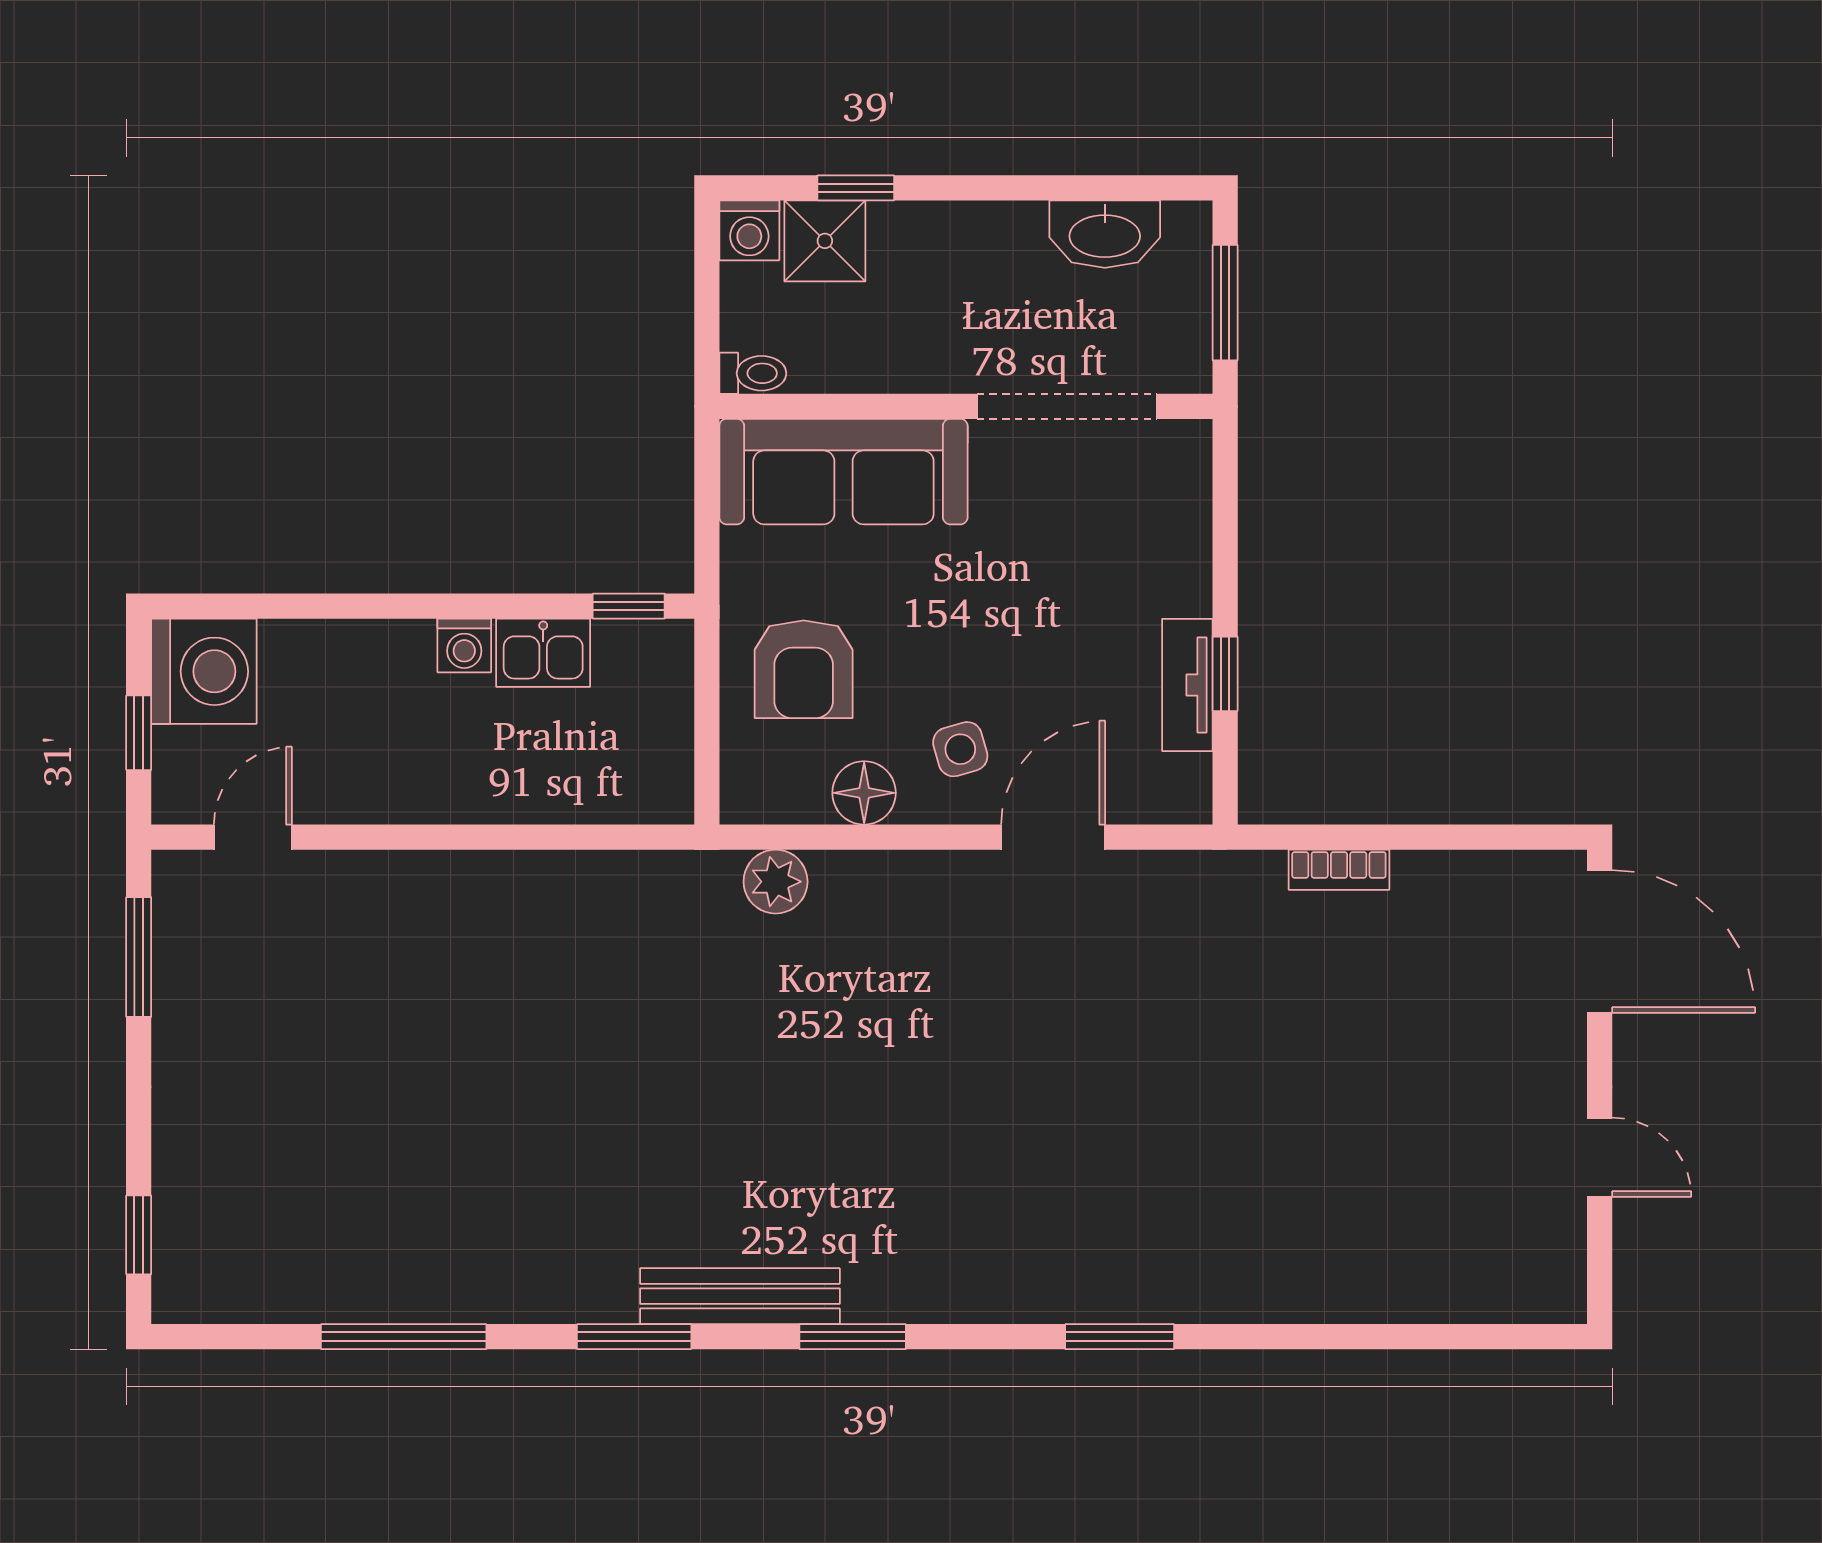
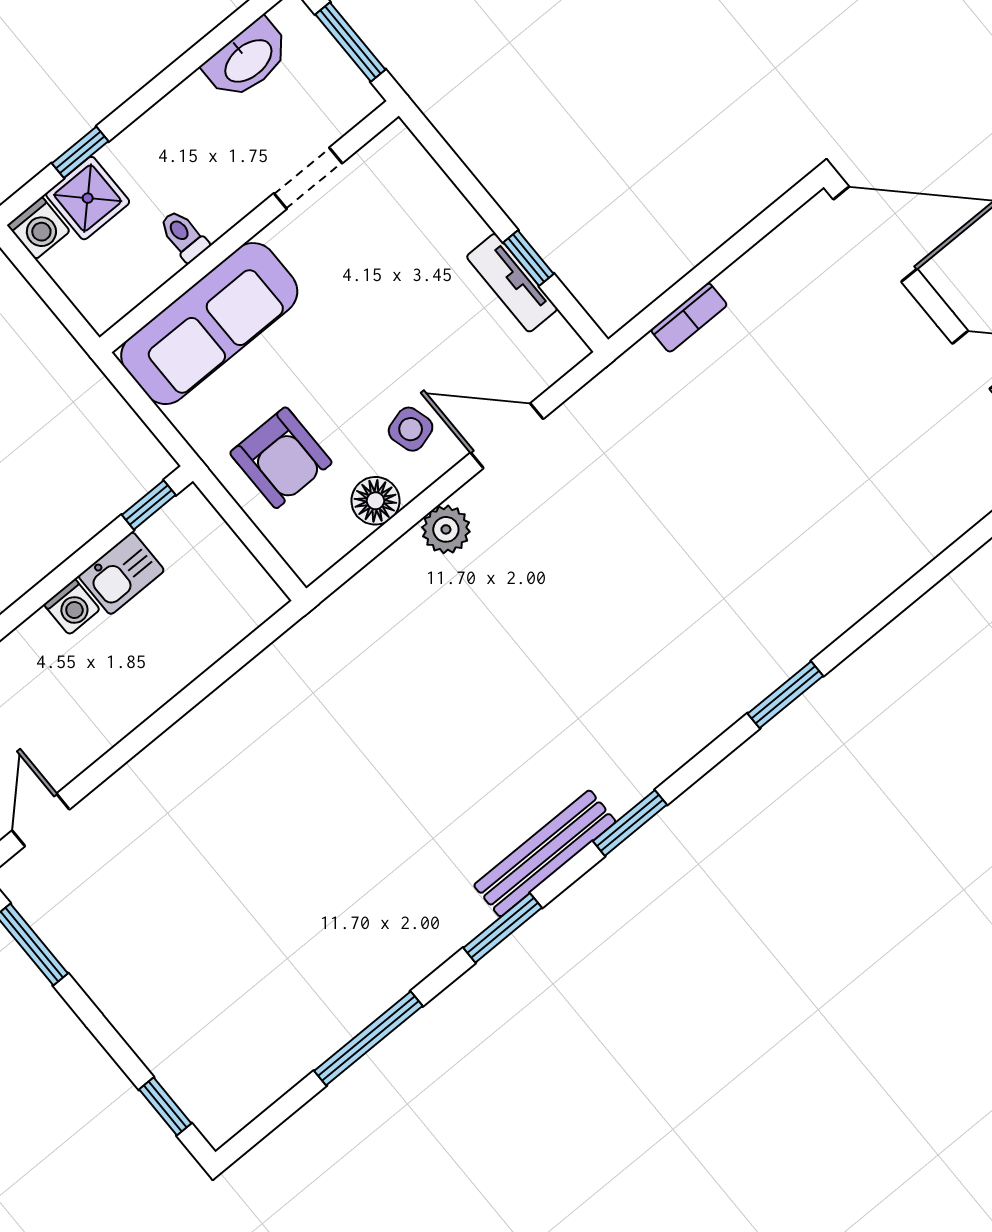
toilet: (753, 373) -> (184, 236), moved, turned -90
doorway: (1067, 406) -> (308, 178), width x0.53
door: (1053, 837) -> (507, 436), hinge flipped
plant: (776, 882) -> (446, 529), moved

